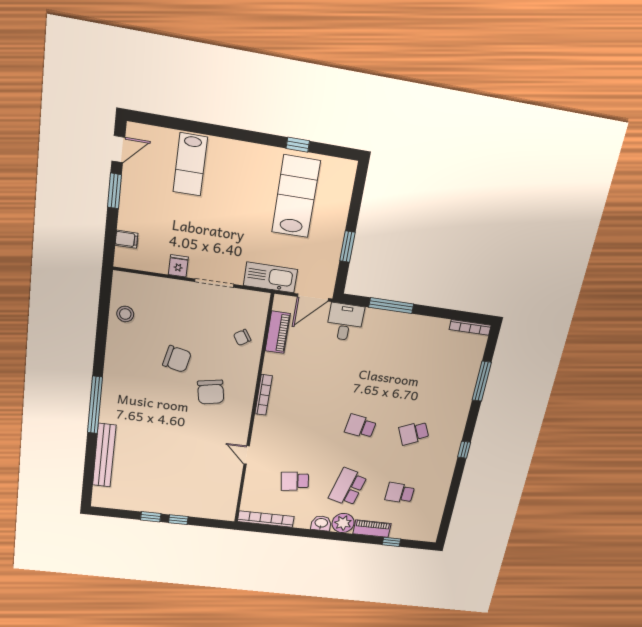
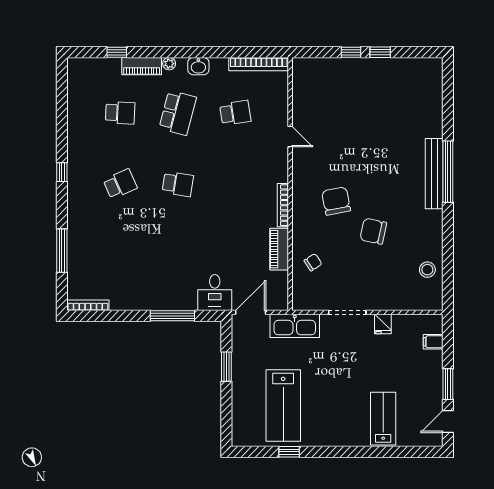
piano: (278, 332) -> (279, 249), moved
bench: (104, 455) -> (434, 174), moved
plant: (343, 523) -> (169, 64), width x0.53, depth x0.53

